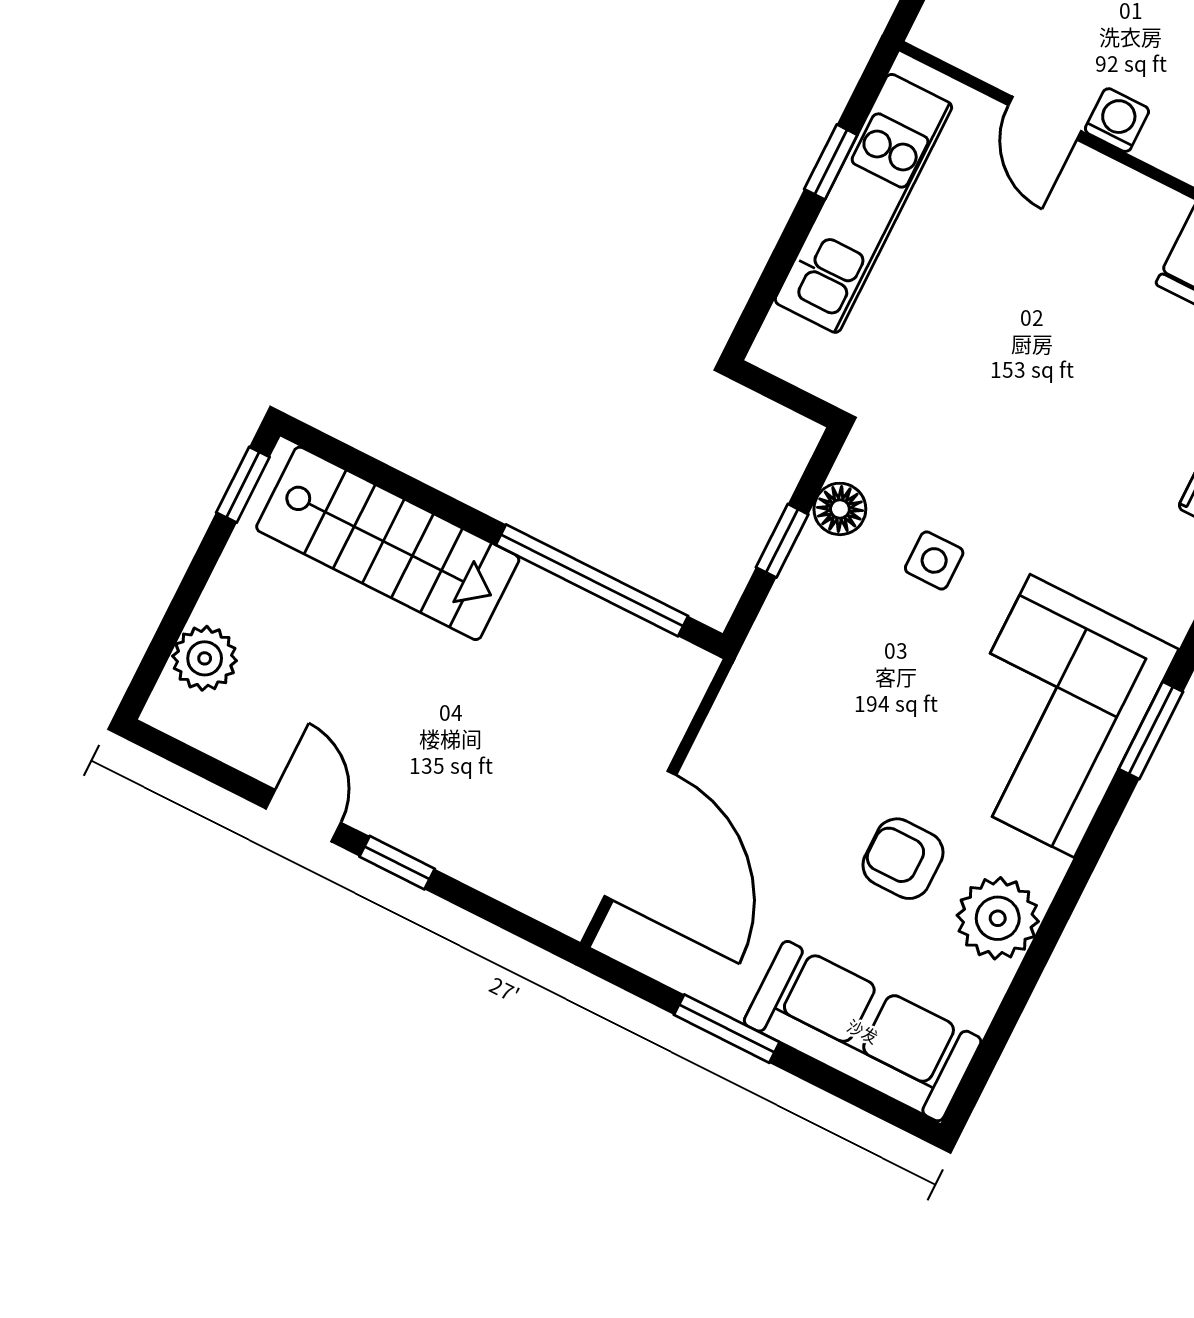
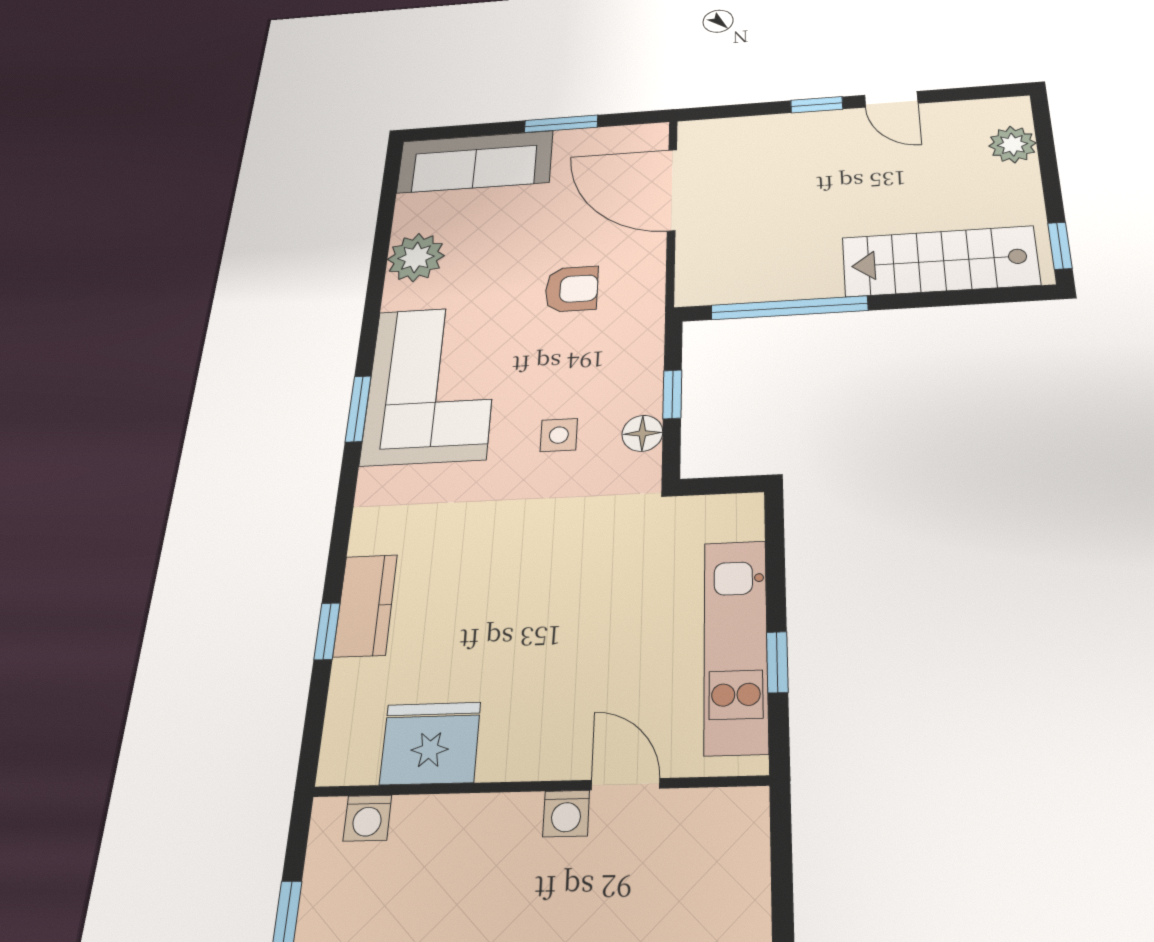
armchair: (903, 859) -> (572, 289), moved

